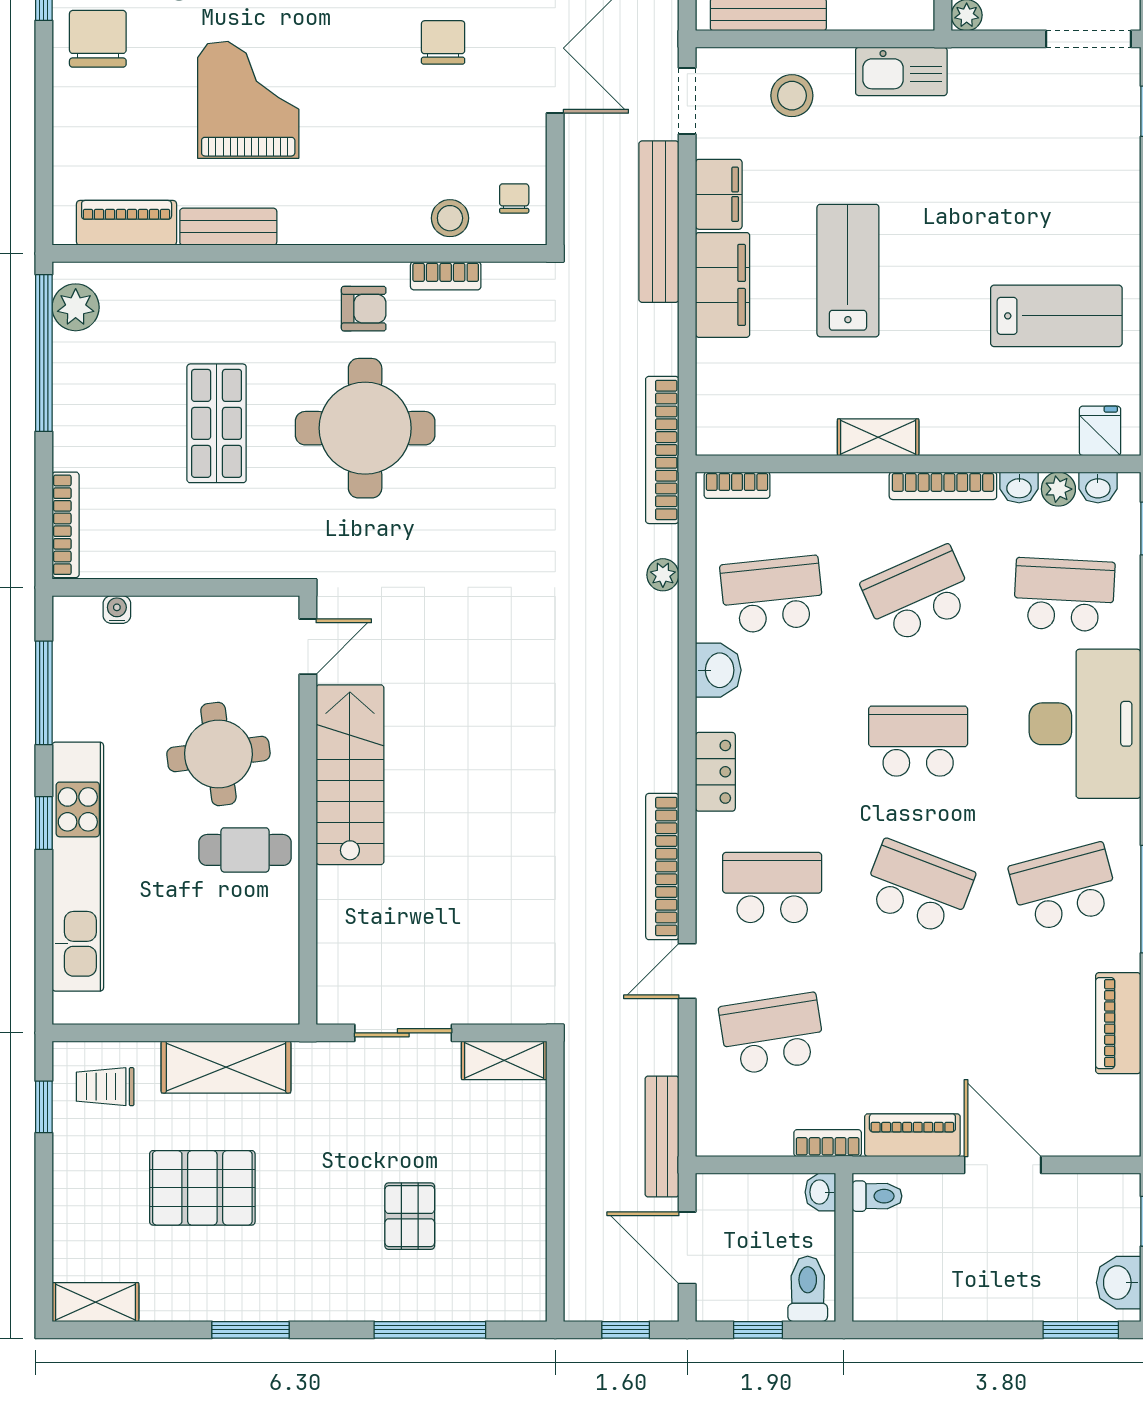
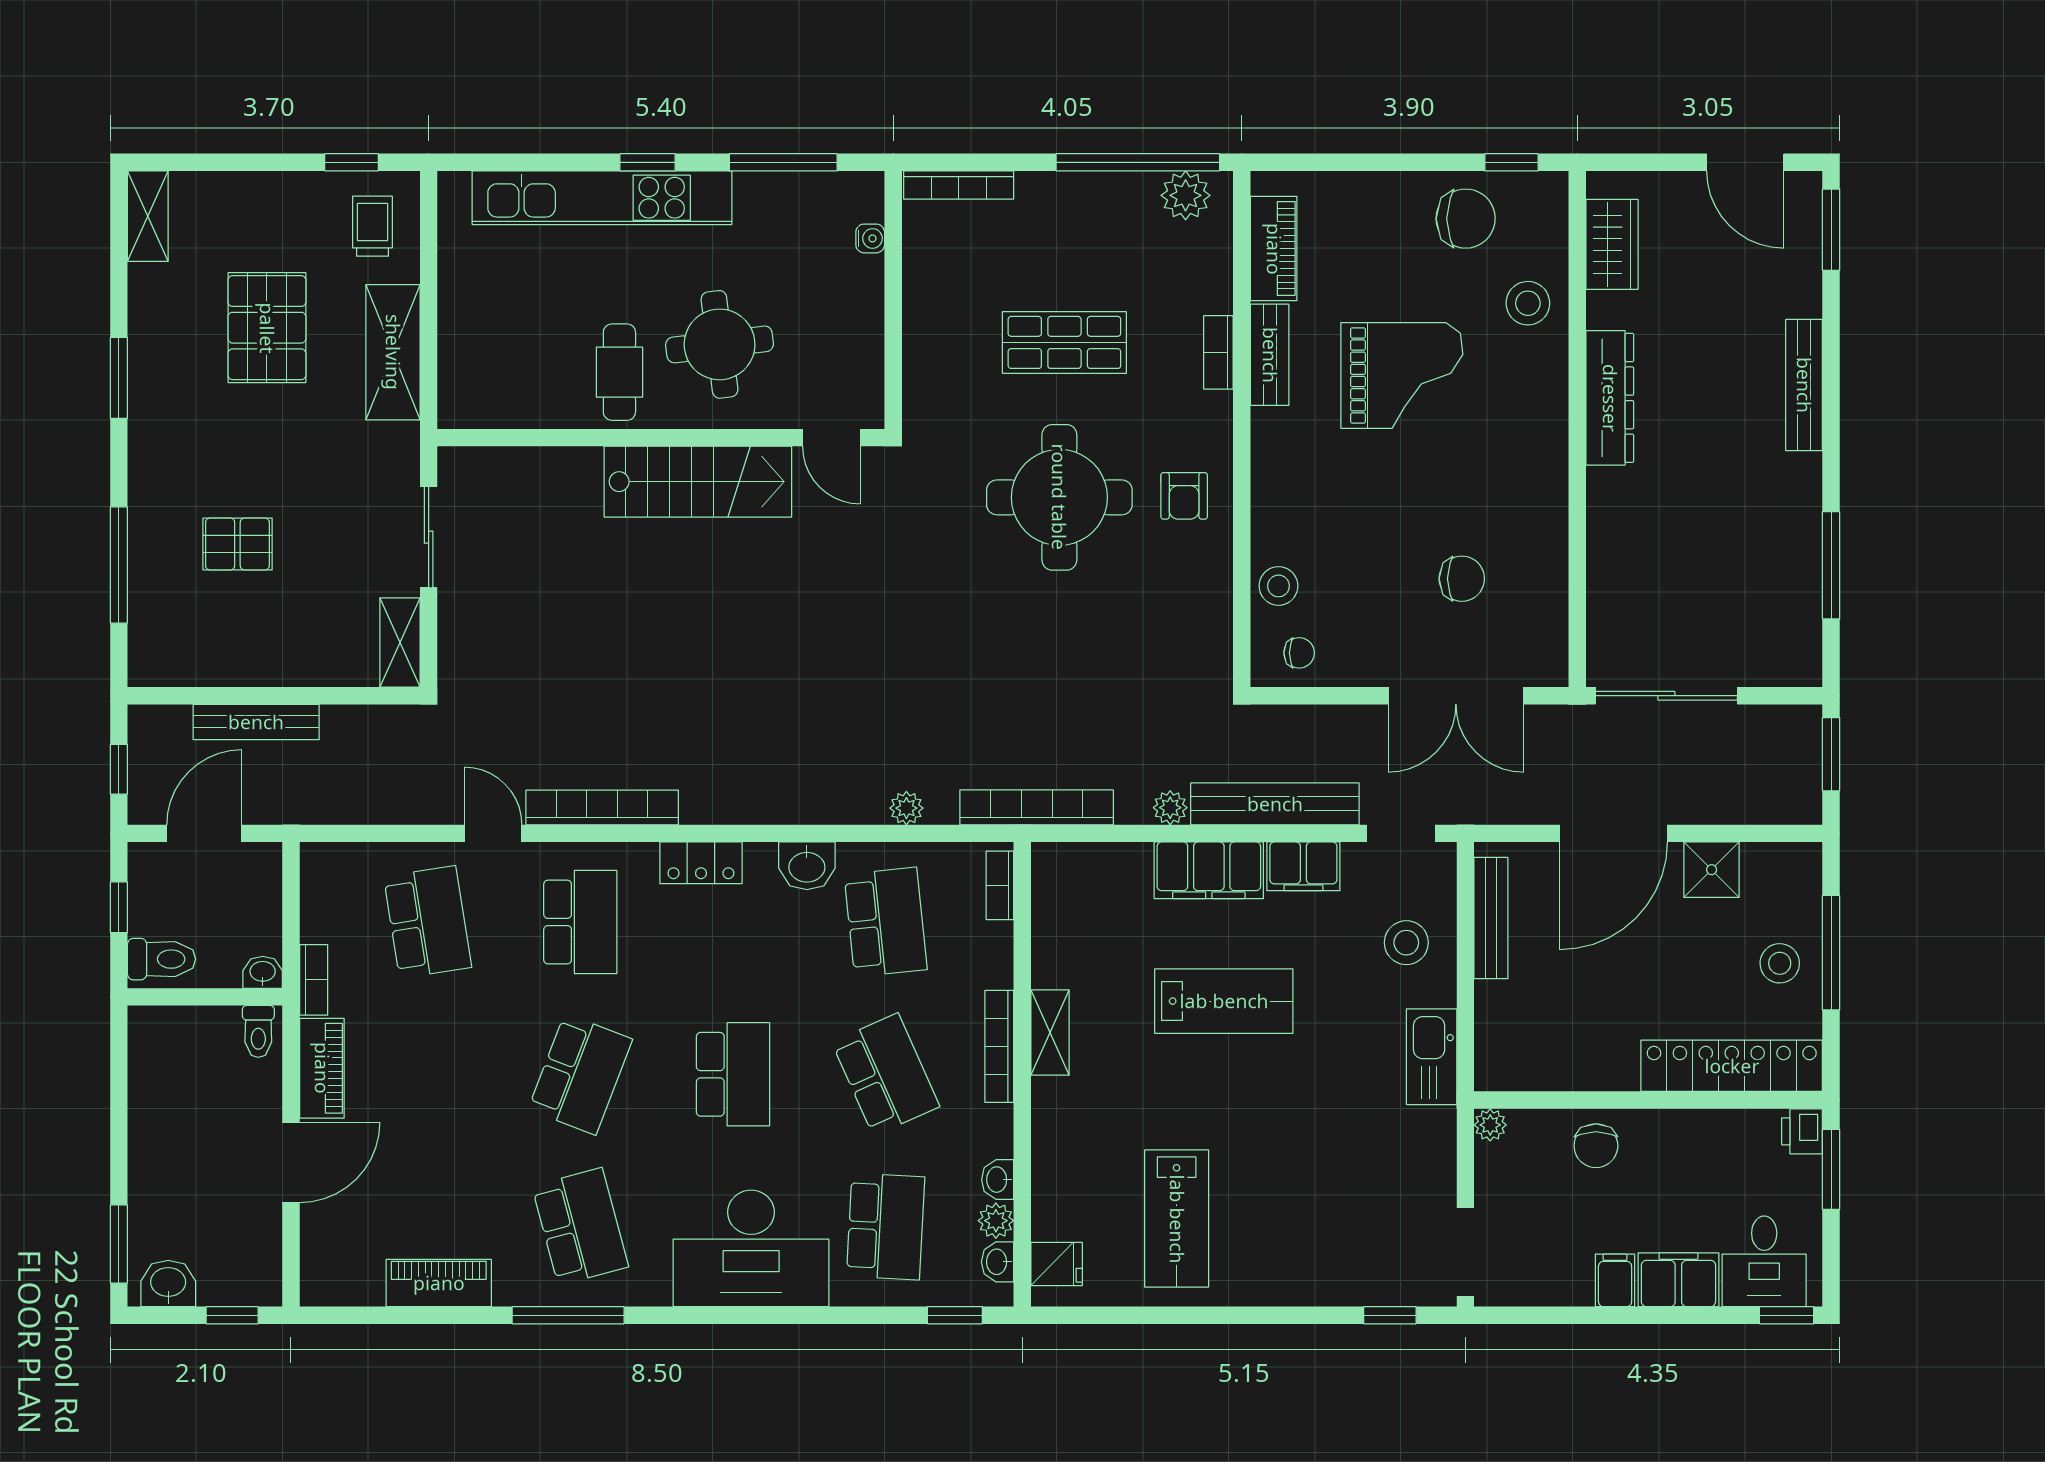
bookcase: (446, 276) -> (1218, 352), moved
plant: (663, 322) -> (1170, 808), added
bookcase: (943, 486) -> (999, 1046), moved
bench: (662, 1137) -> (256, 722), moved

